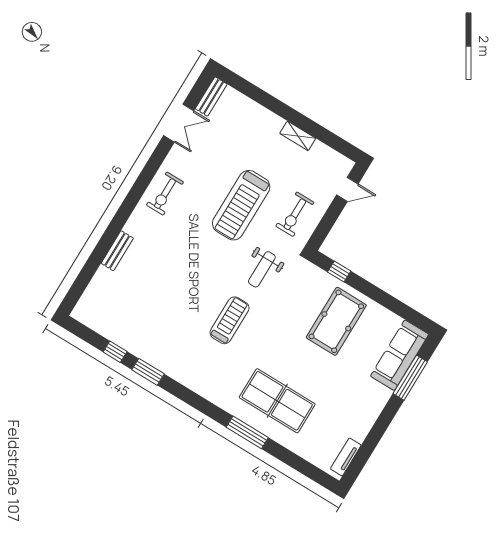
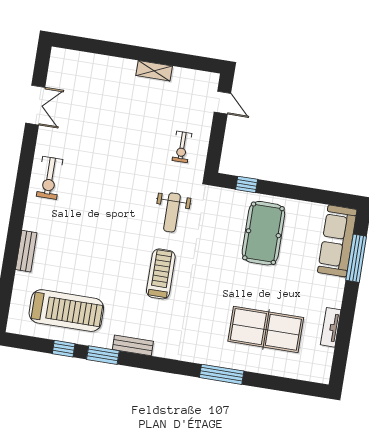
bench: (211, 97) -> (133, 345), moved, turned 90
door: (347, 189) -> (222, 103), hinge flipped
treadmill: (241, 205) -> (66, 311), moved, turned -90
exercise bike: (295, 214) -> (182, 147), width x0.73, depth x0.72
table tennis table: (277, 401) -> (266, 329), moved
tv unit: (346, 457) -> (331, 327), moved

